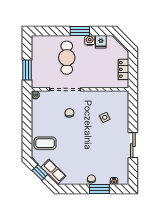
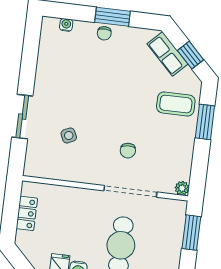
window: (27, 135) -> (205, 122), added
sliding door: (133, 145) -> (22, 117), moved
window: (99, 189) -> (113, 17), moved

